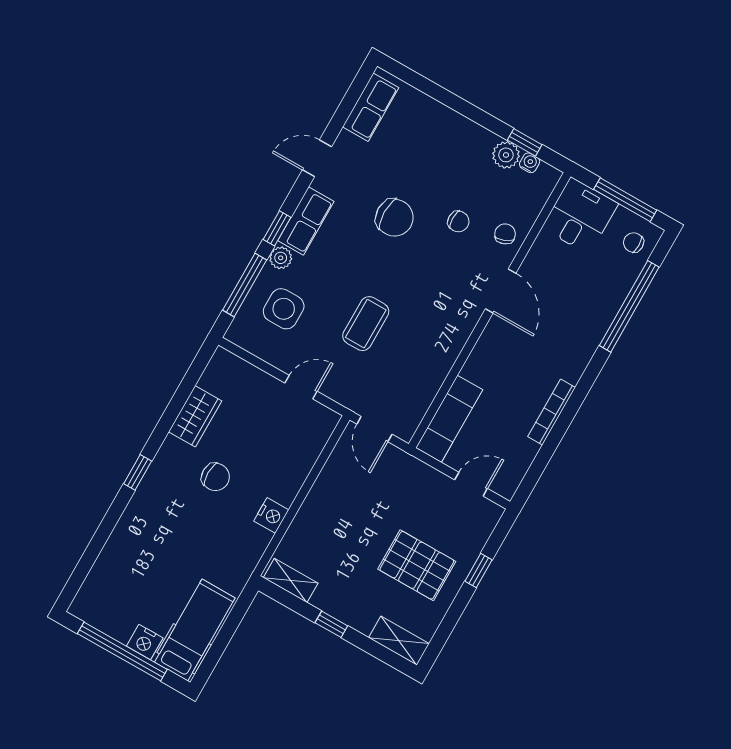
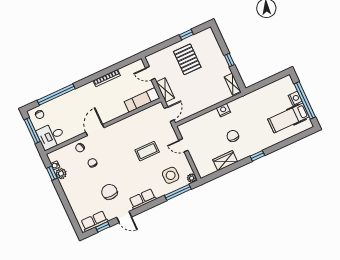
chair: (394, 218) -> (109, 192), moved
window: (277, 228) -> (103, 227), moved
plant: (281, 258) -> (192, 178), moved
window: (479, 571) -> (186, 35), moved
hospital bed: (195, 630) -> (289, 118), moved
shelving: (399, 641) -> (165, 90), moved

